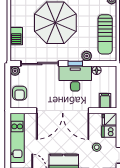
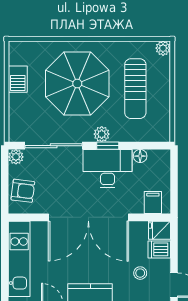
sun lounger: (105, 34) -> (135, 89), moved
barbecue: (16, 36) -> (18, 79), moved
plant: (87, 56) -> (102, 134), moved
armchair: (20, 93) -> (23, 191), turned -83

